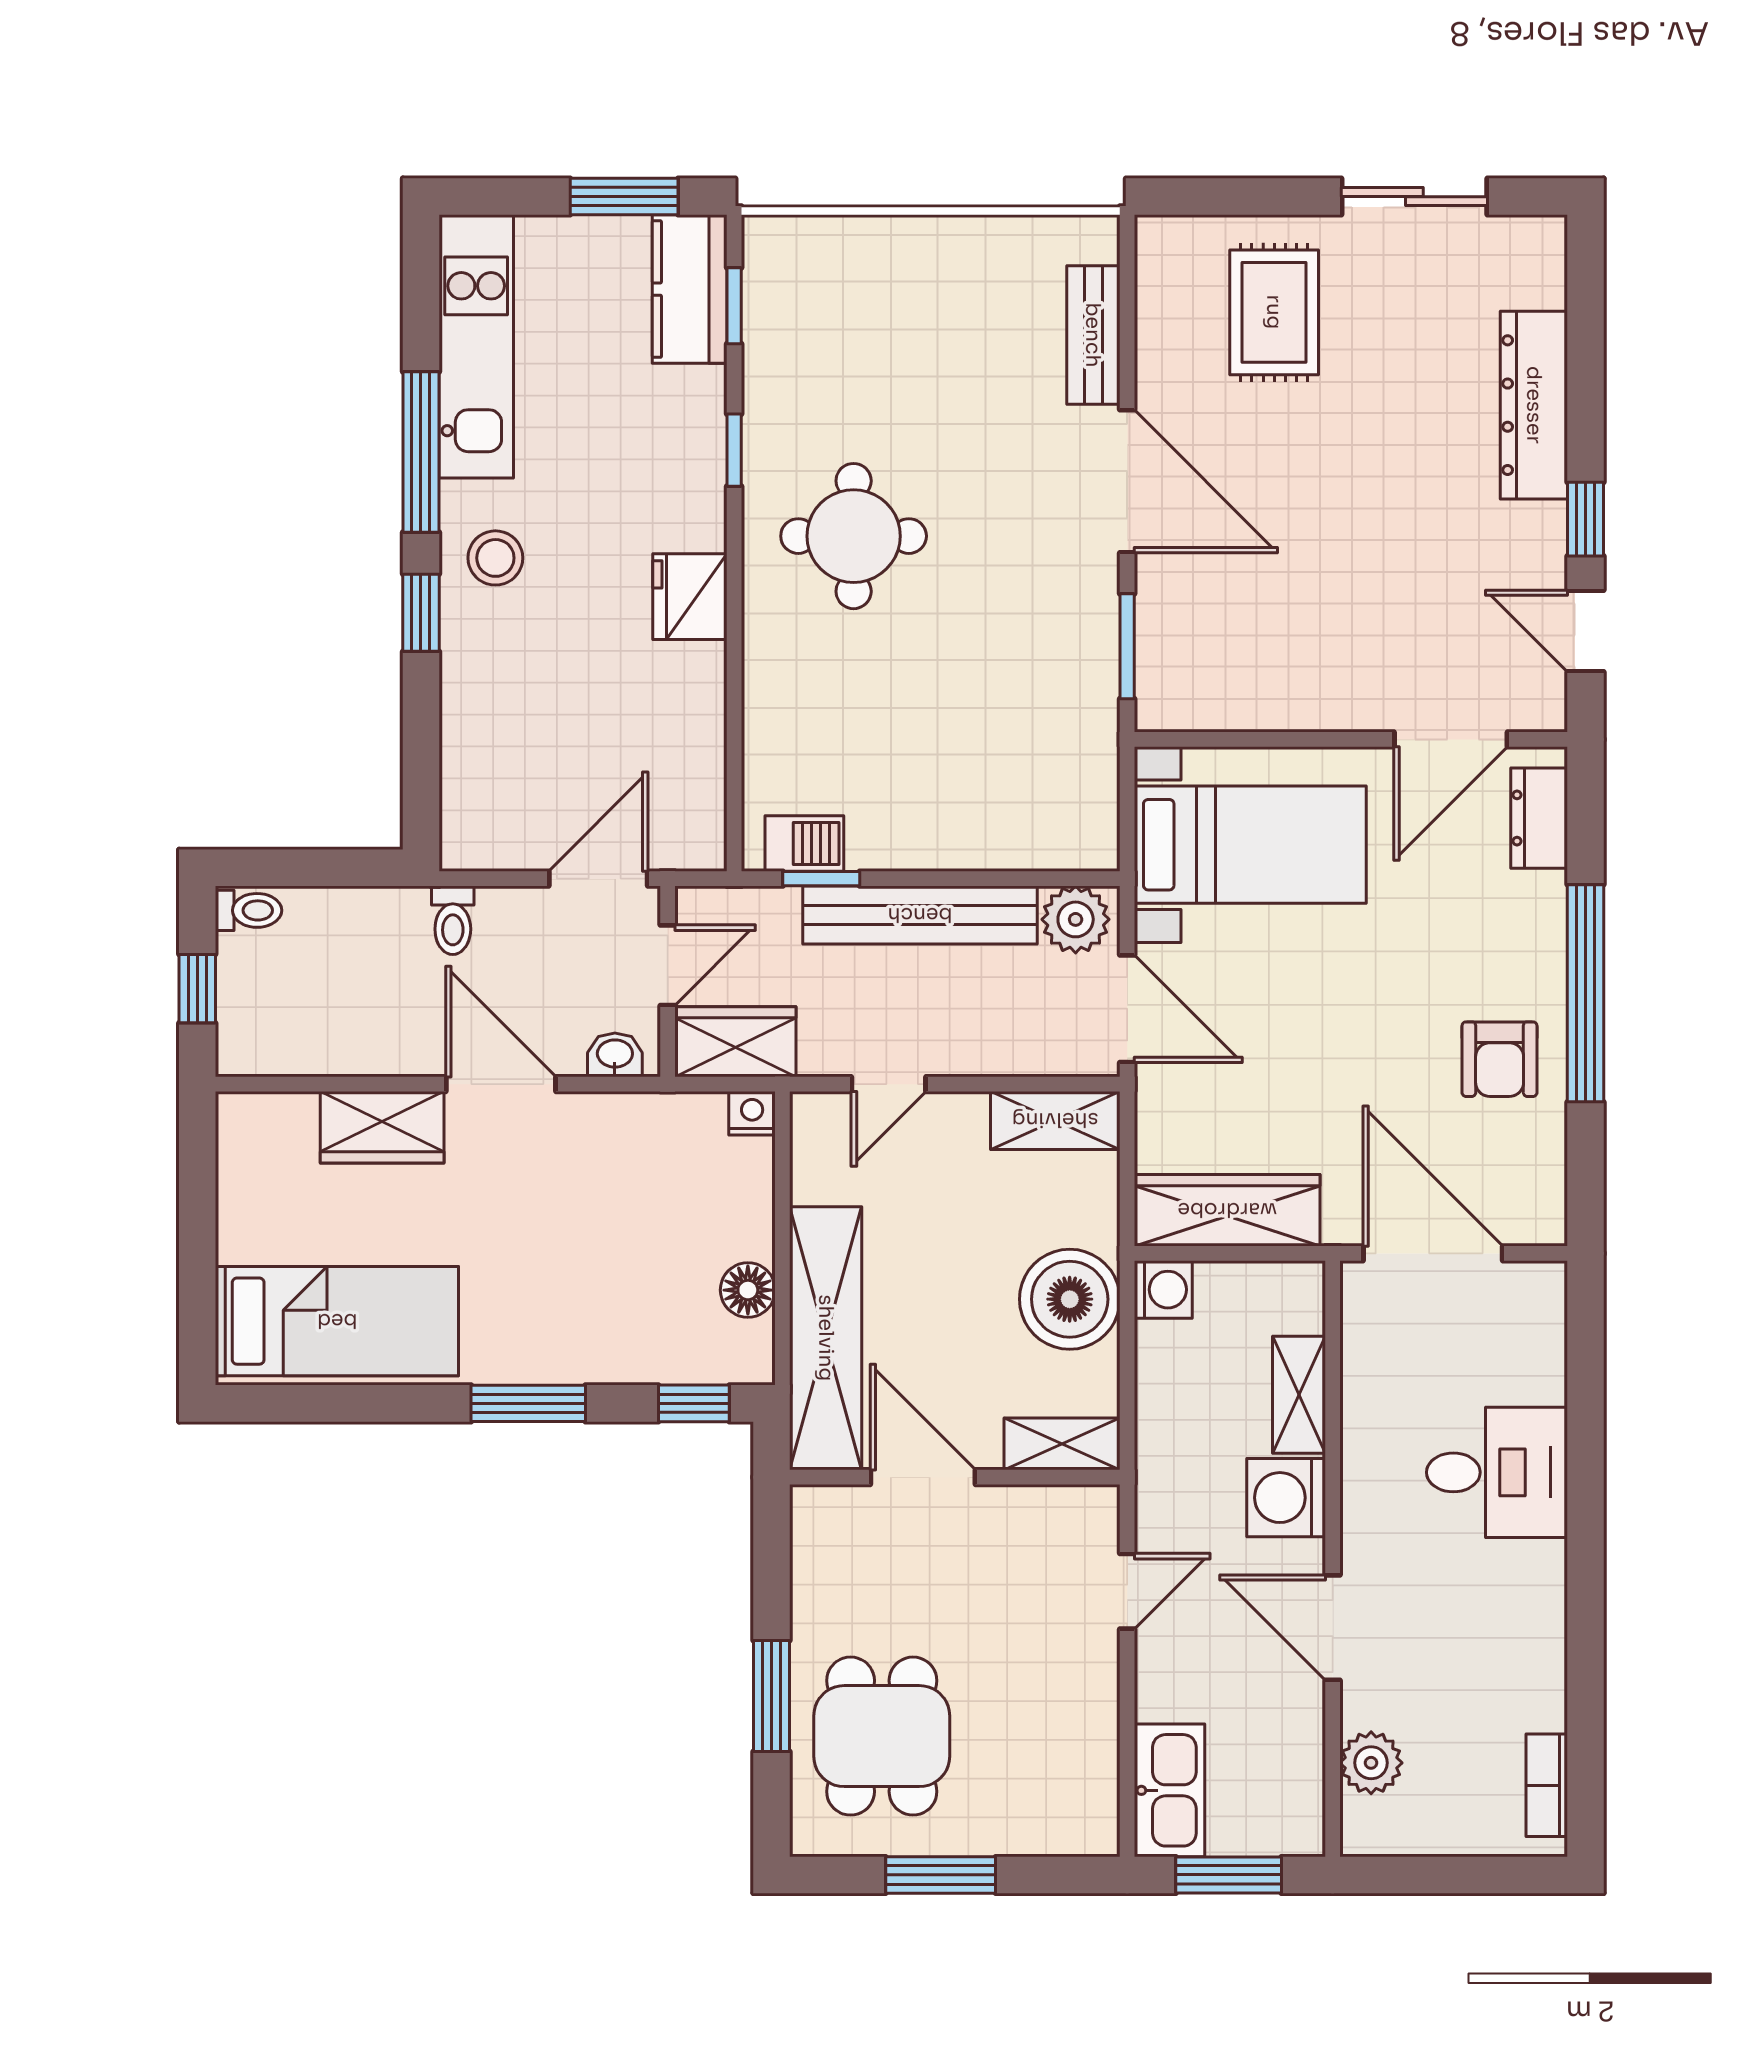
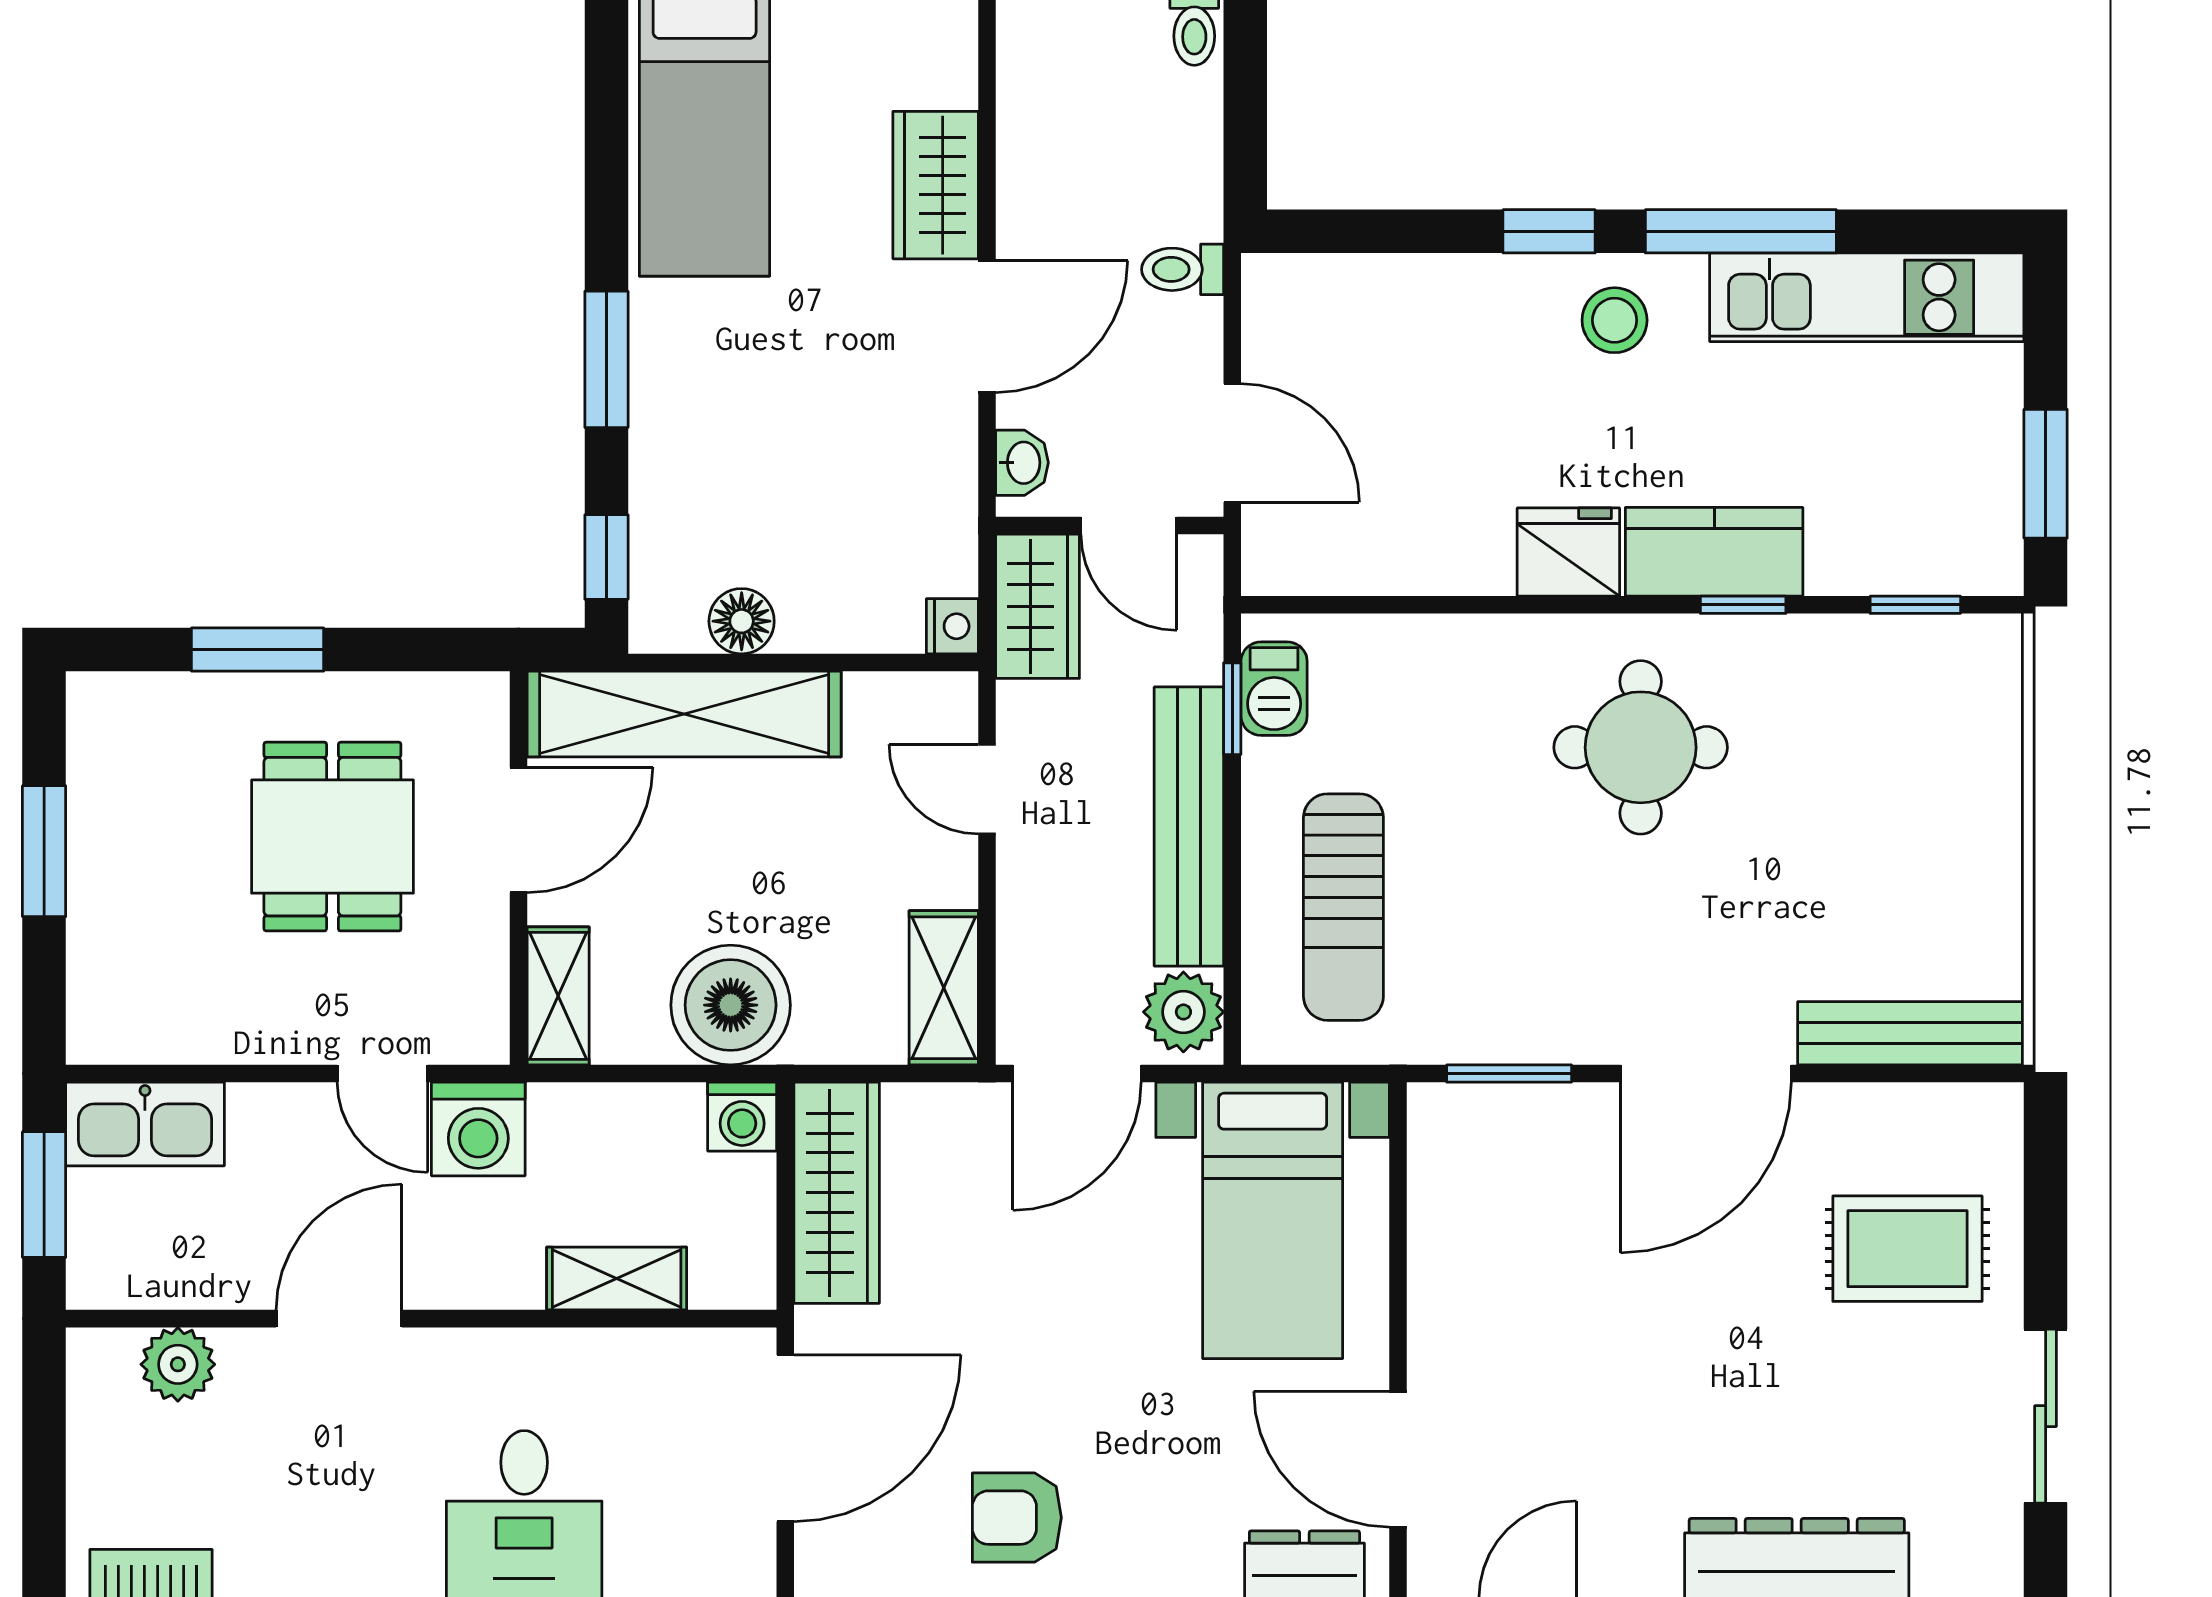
kitchen counter: (690, 289) -> (1714, 552), moved
bench: (1093, 335) -> (1911, 1033), width x1.36
sun lounger: (988, 785) -> (1343, 907), added
washing machine: (1286, 1498) -> (478, 1129), moved, turned 180
dining table: (882, 1736) -> (332, 837), moved, turned 90

